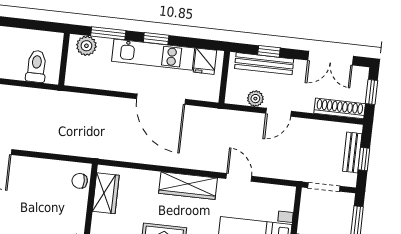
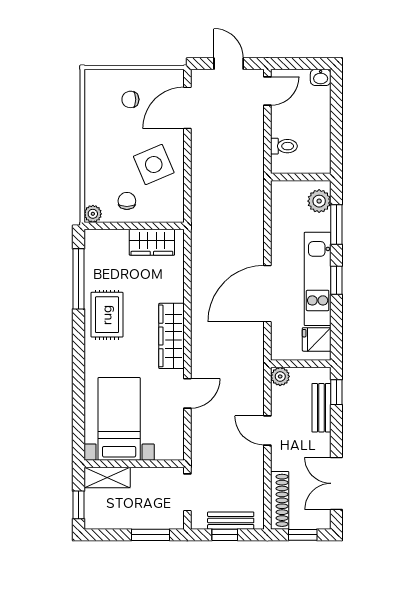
window: (269, 51) -> (336, 392), moved
bench: (264, 64) -> (321, 408), width x0.73
toilet: (36, 66) -> (284, 146), width x0.73, depth x0.72
plant: (255, 99) -> (280, 376), moved
chair: (80, 181) -> (127, 201), moved
side table: (39, 184) -> (154, 165), added

